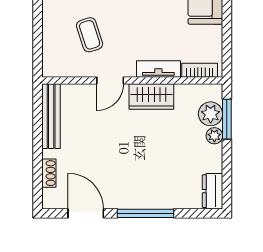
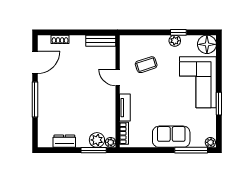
wardrobe: (151, 97) -> (108, 103), removed
bench: (51, 116) -> (101, 41), width x0.73
plant: (214, 136) -> (111, 142), moved
dresser: (213, 191) -> (64, 141), moved

